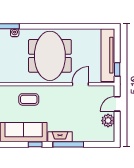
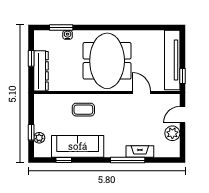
door: (80, 84) -> (141, 92), hinge flipped
fireplace: (60, 137) -> (140, 151), moved
window: (35, 144) -> (64, 160), moved

